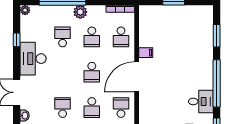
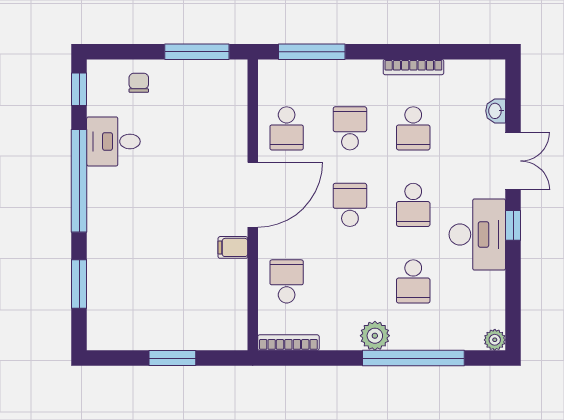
school desk: (92, 37) -> (413, 205), moved, turned 180
window: (17, 40) -> (513, 225), moved

